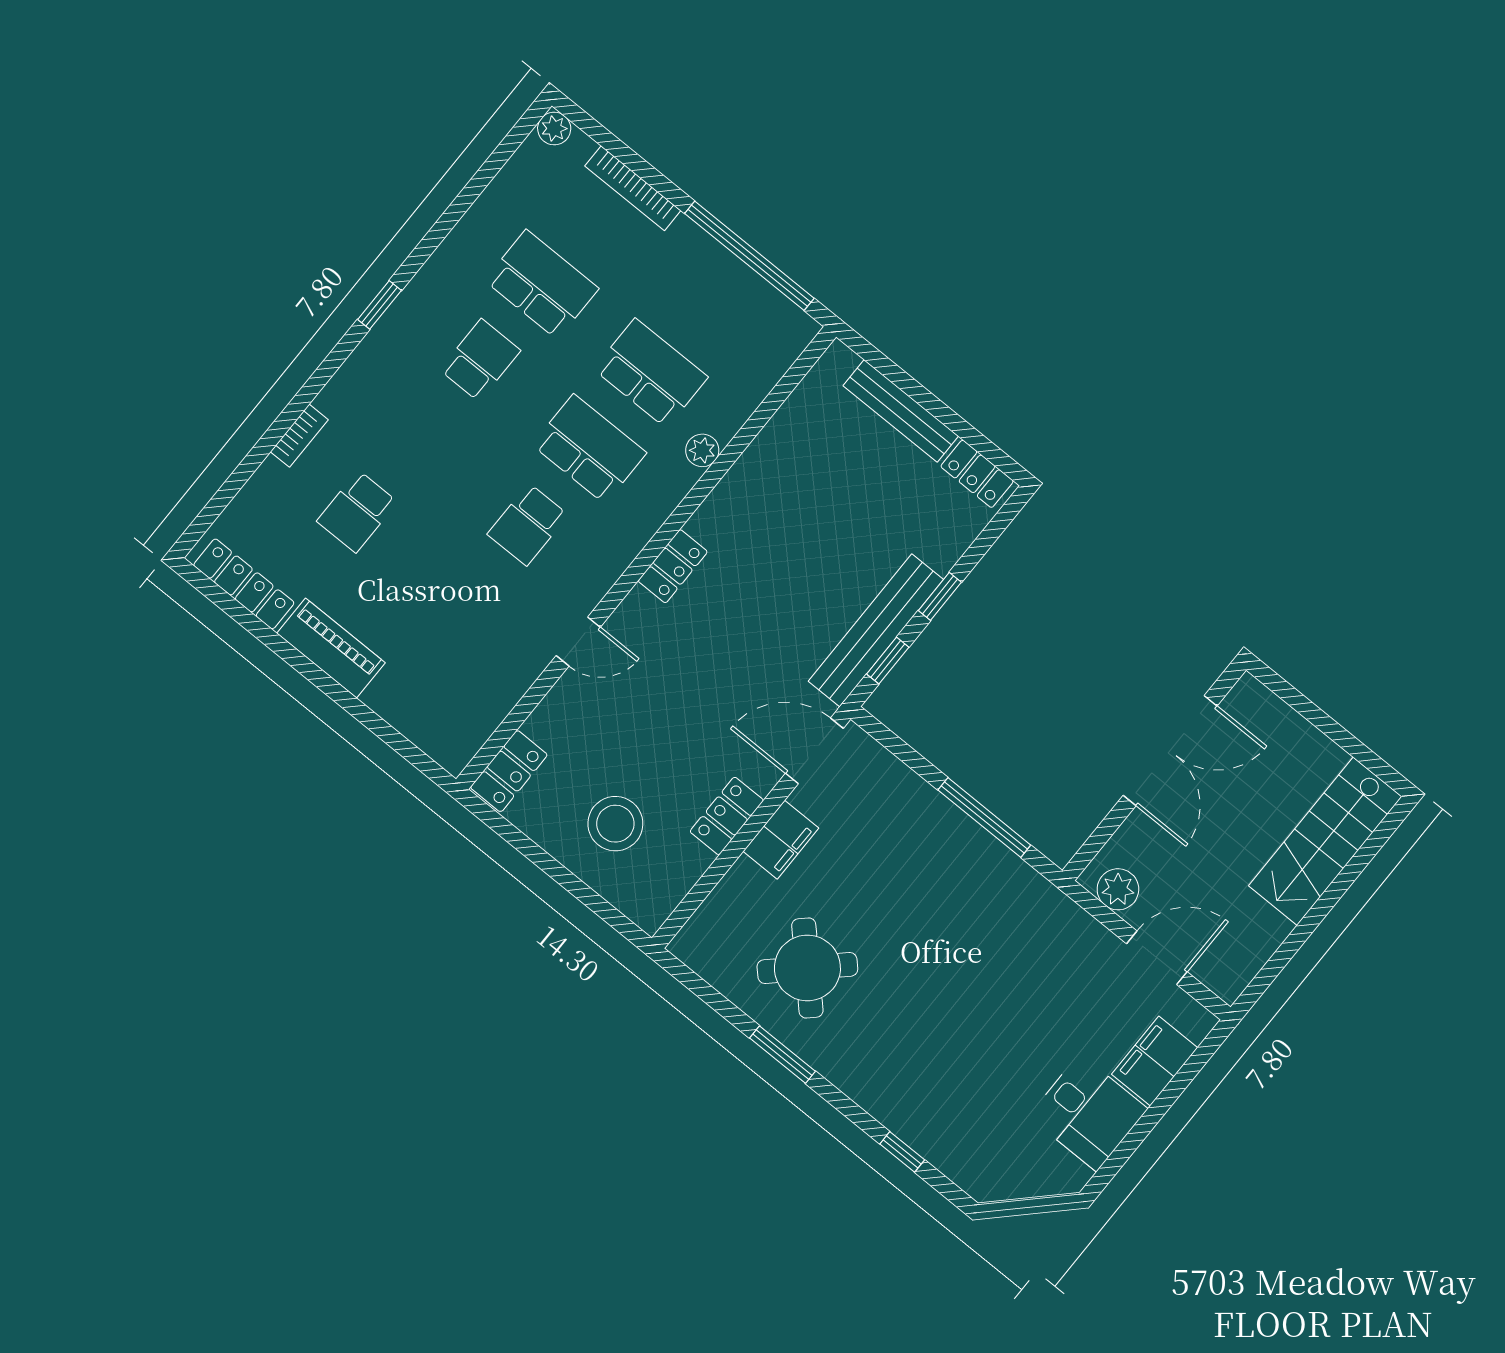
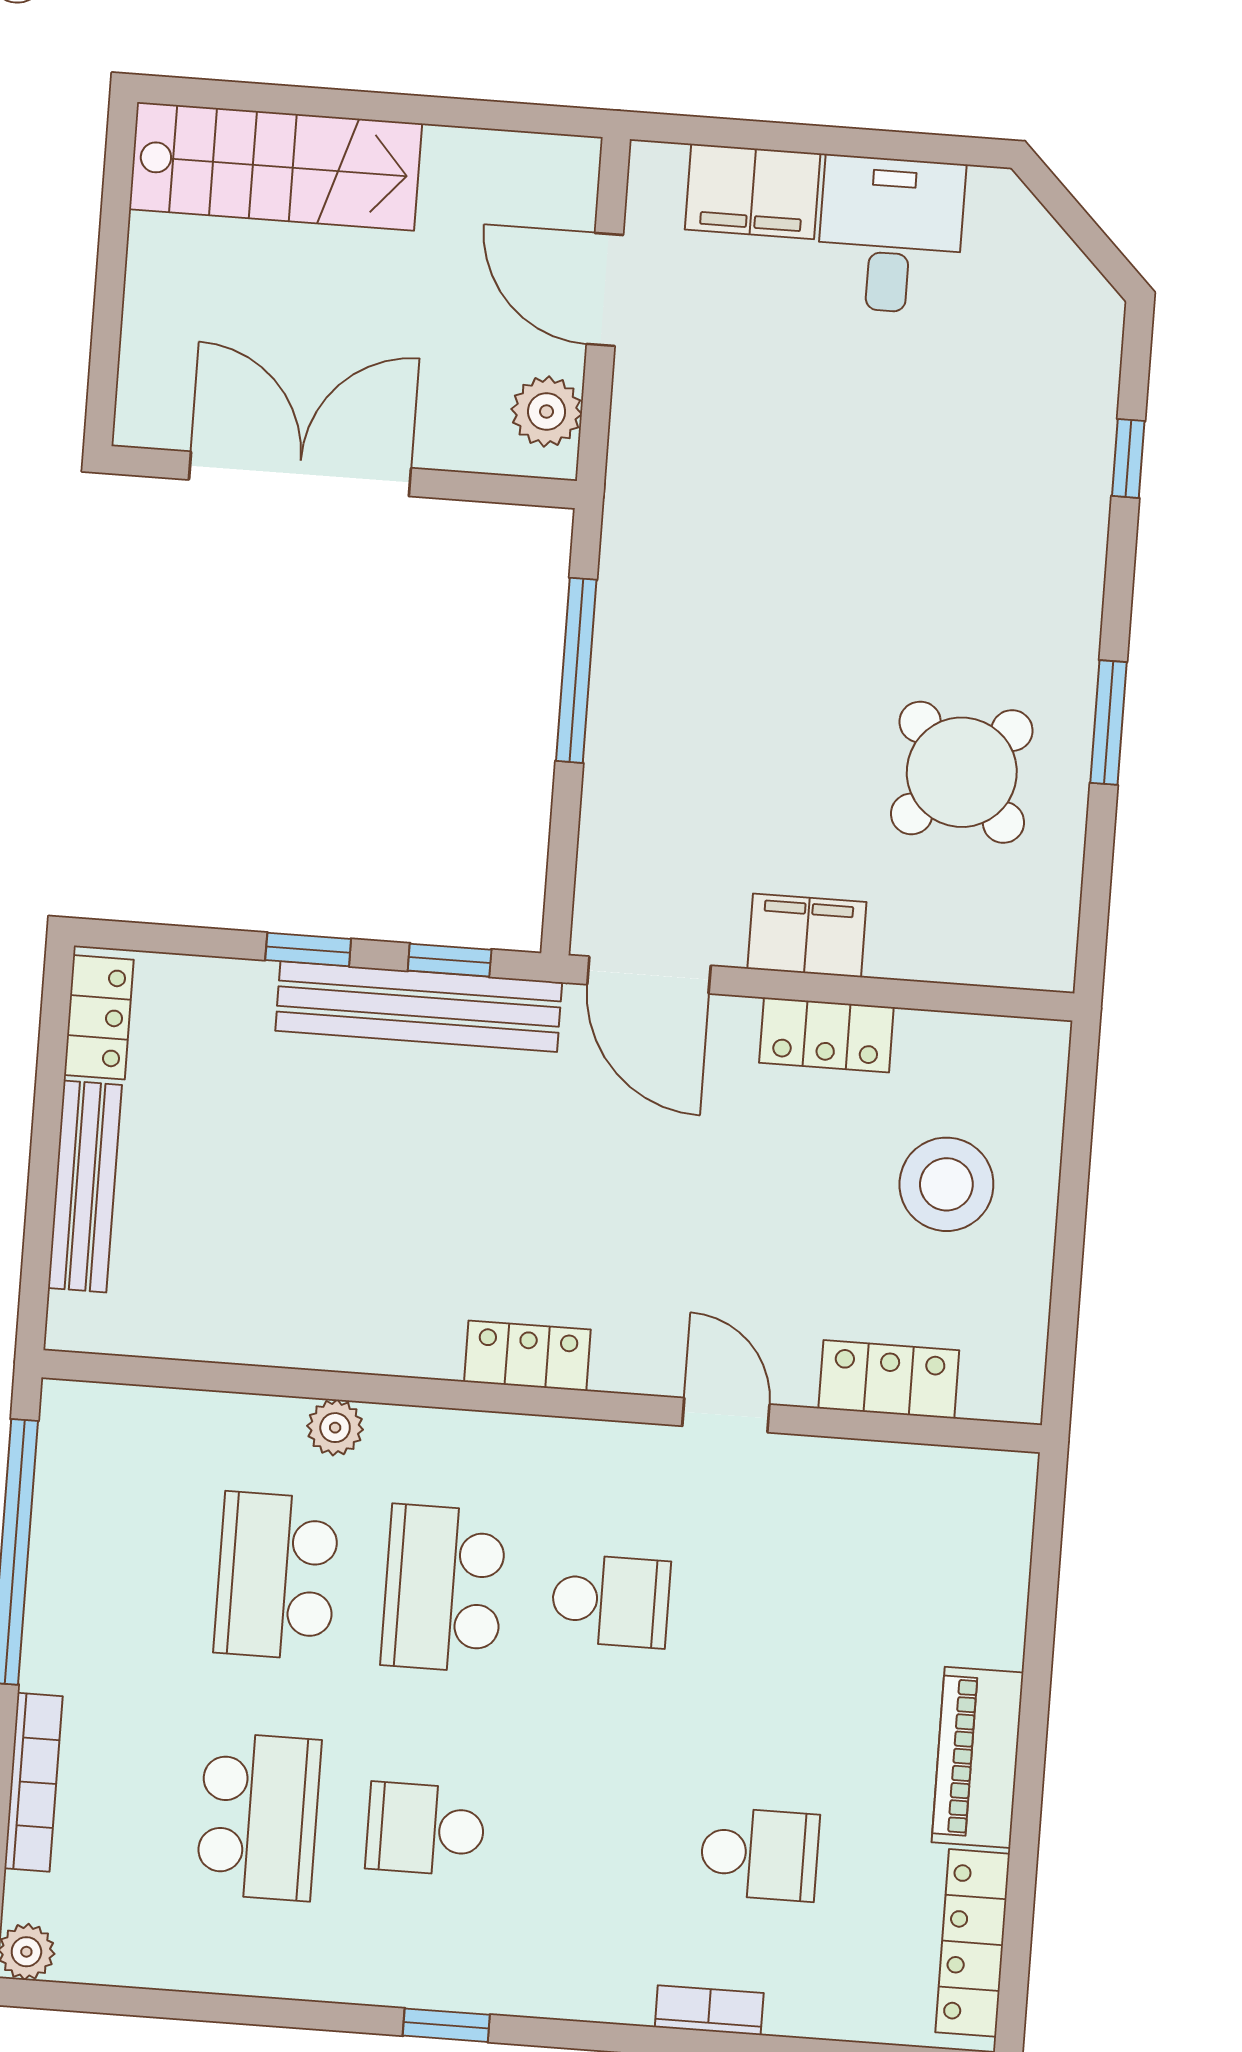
school desk: (542, 284) -> (259, 1817), turned 180
locker: (509, 771) -> (889, 1379), moved

